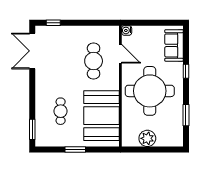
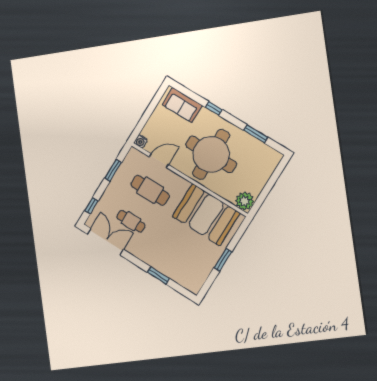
window: (91, 23) -> (113, 170), added
double door: (32, 51) -> (105, 242), swing flipped
cafe table: (61, 111) -> (131, 221), moved
window: (32, 129) -> (159, 276), moved
plant: (147, 138) -> (245, 201), moved

